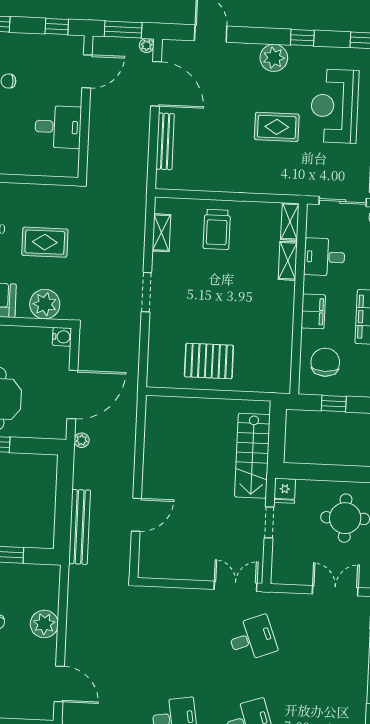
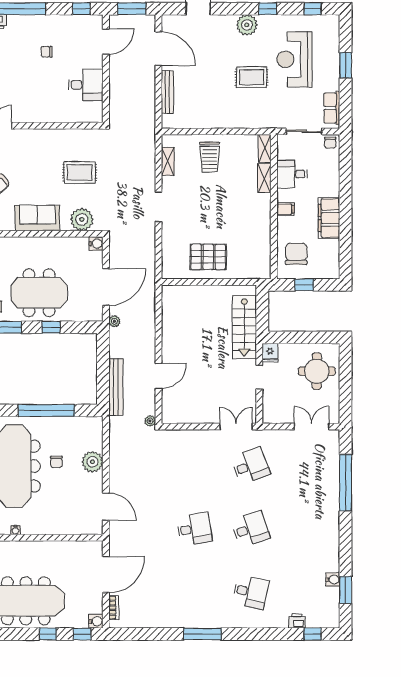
plant: (147, 45) -> (150, 421), moved
filing cabinet: (313, 311) -> (285, 209), width x0.50

